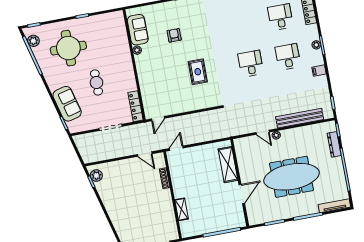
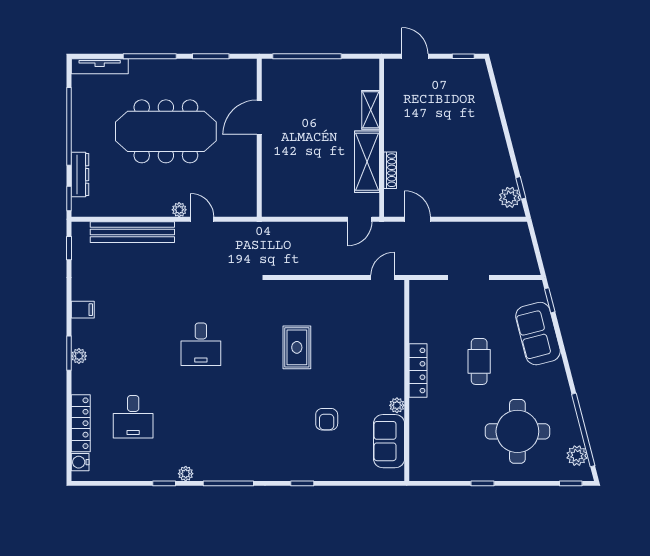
desk: (288, 57) -> (133, 344), removed
locker: (136, 106) -> (418, 371), moved
shelving: (228, 165) -> (367, 162), moved

